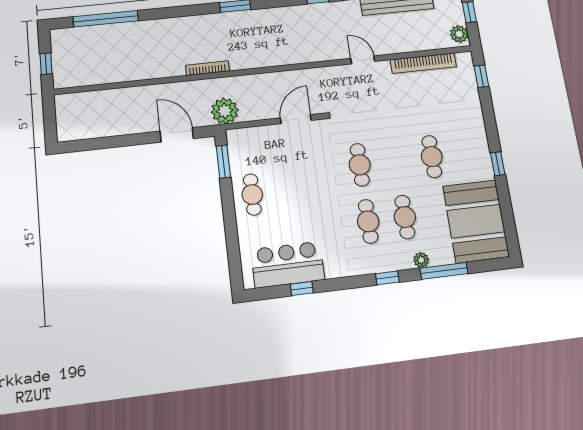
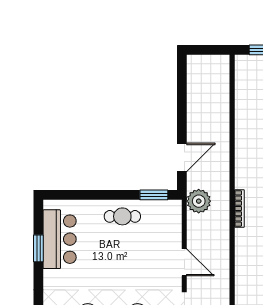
bookcase: (207, 68) -> (239, 208), moved
window: (302, 289) -> (38, 248), width x1.50

